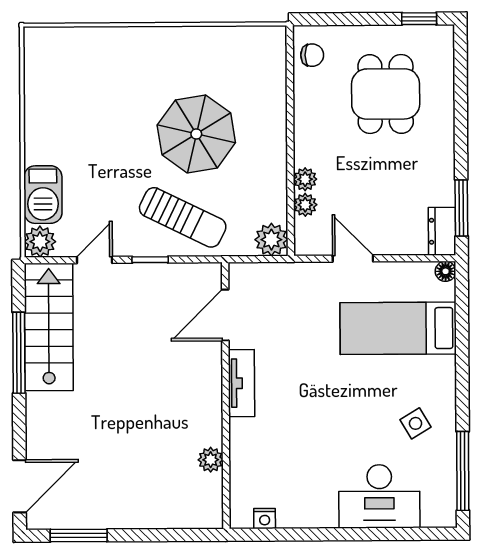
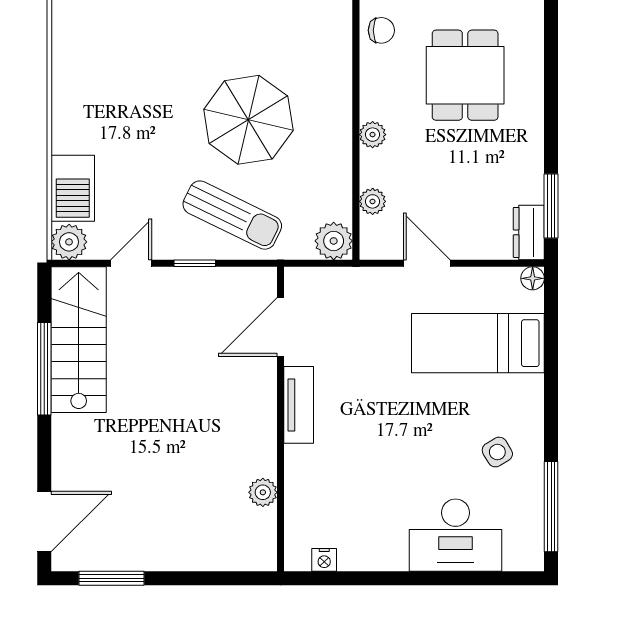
plant: (305, 179) -> (373, 135), moved

